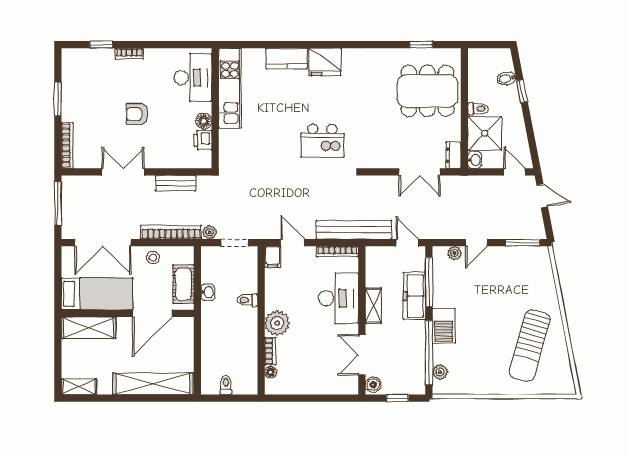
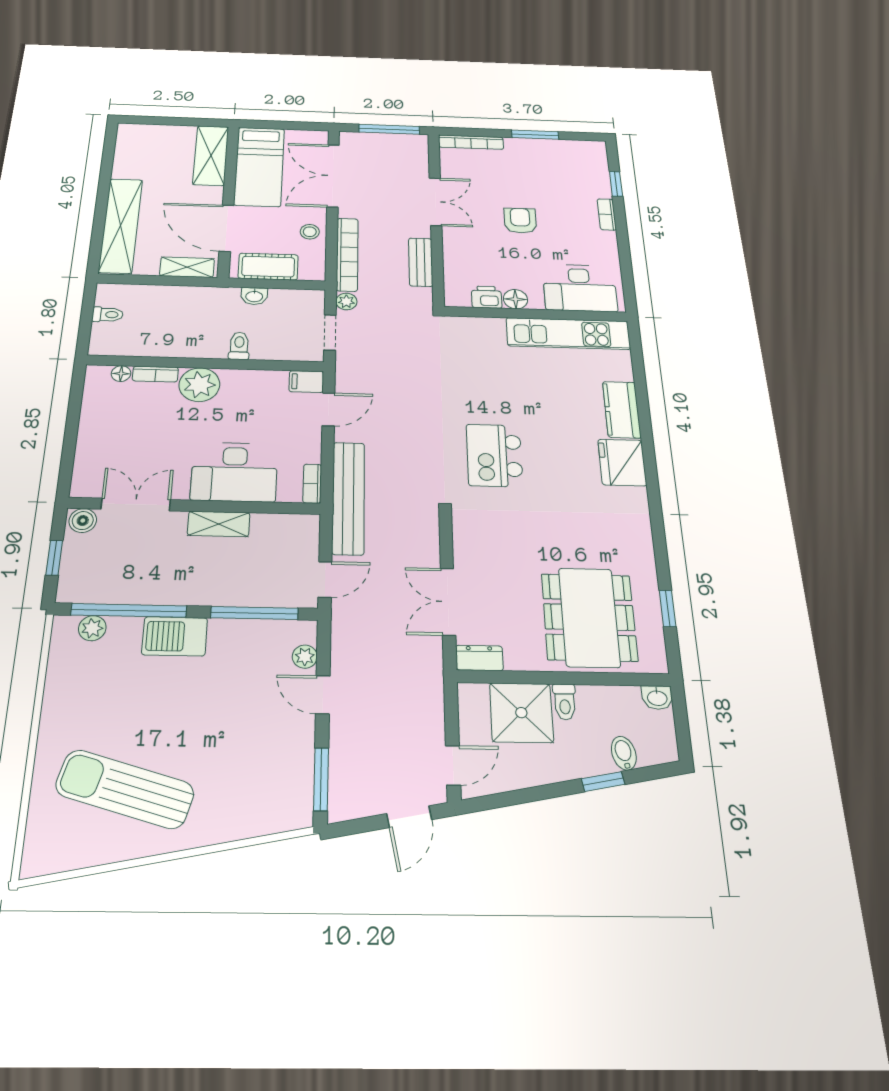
washbasin: (475, 160) -> (657, 698), moved
bookcase: (338, 251) -> (312, 484), width x0.64
freezer: (414, 296) -> (231, 589), removed
shelving: (79, 387) -> (187, 267), moved, turned 90

